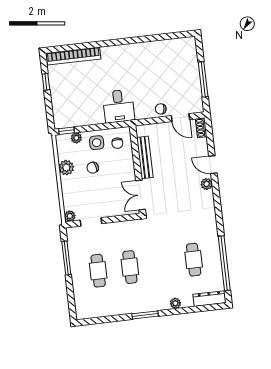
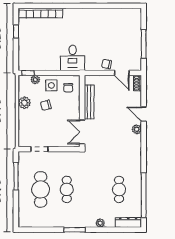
plant: (70, 216) -> (23, 142), removed
cafe table: (98, 271) -> (41, 189), width x1.37, depth x1.35

